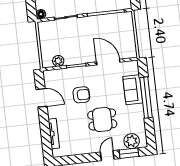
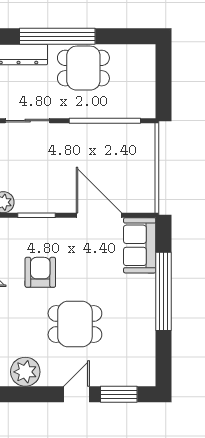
sofa: (133, 90) -> (140, 245), moved
armchair: (81, 95) -> (40, 272), turned -90
plant: (132, 141) -> (25, 372), moved

